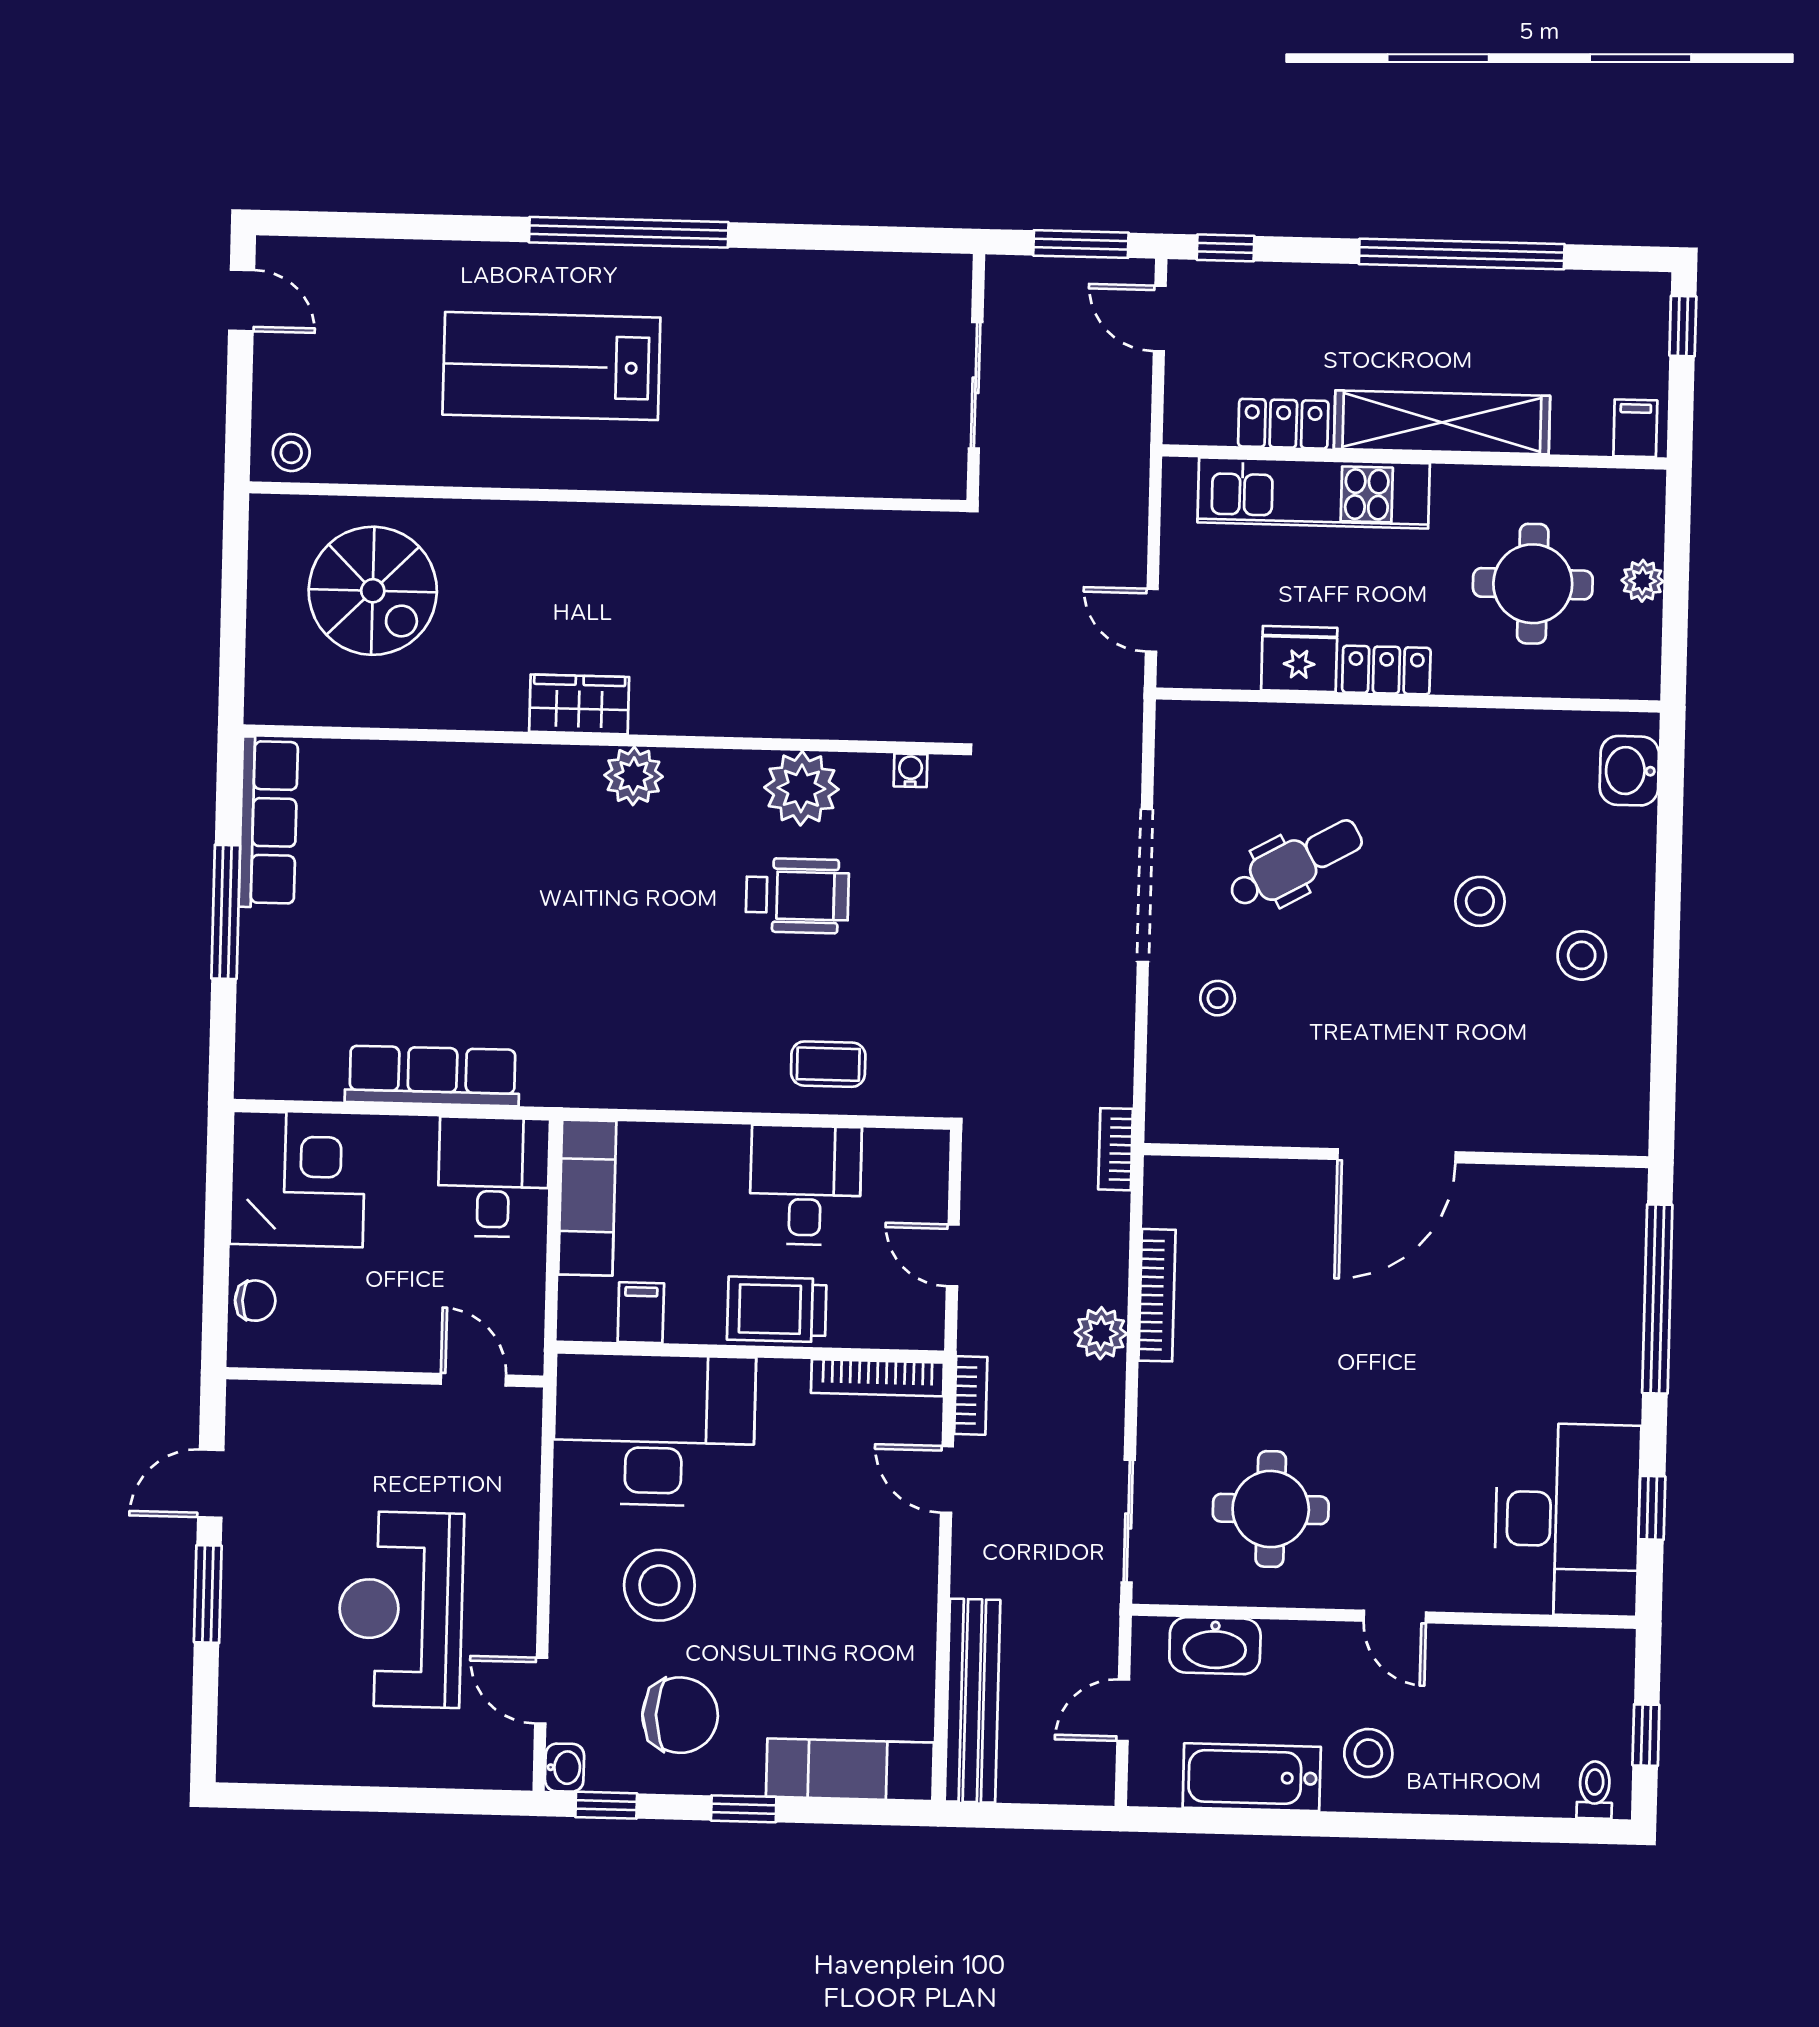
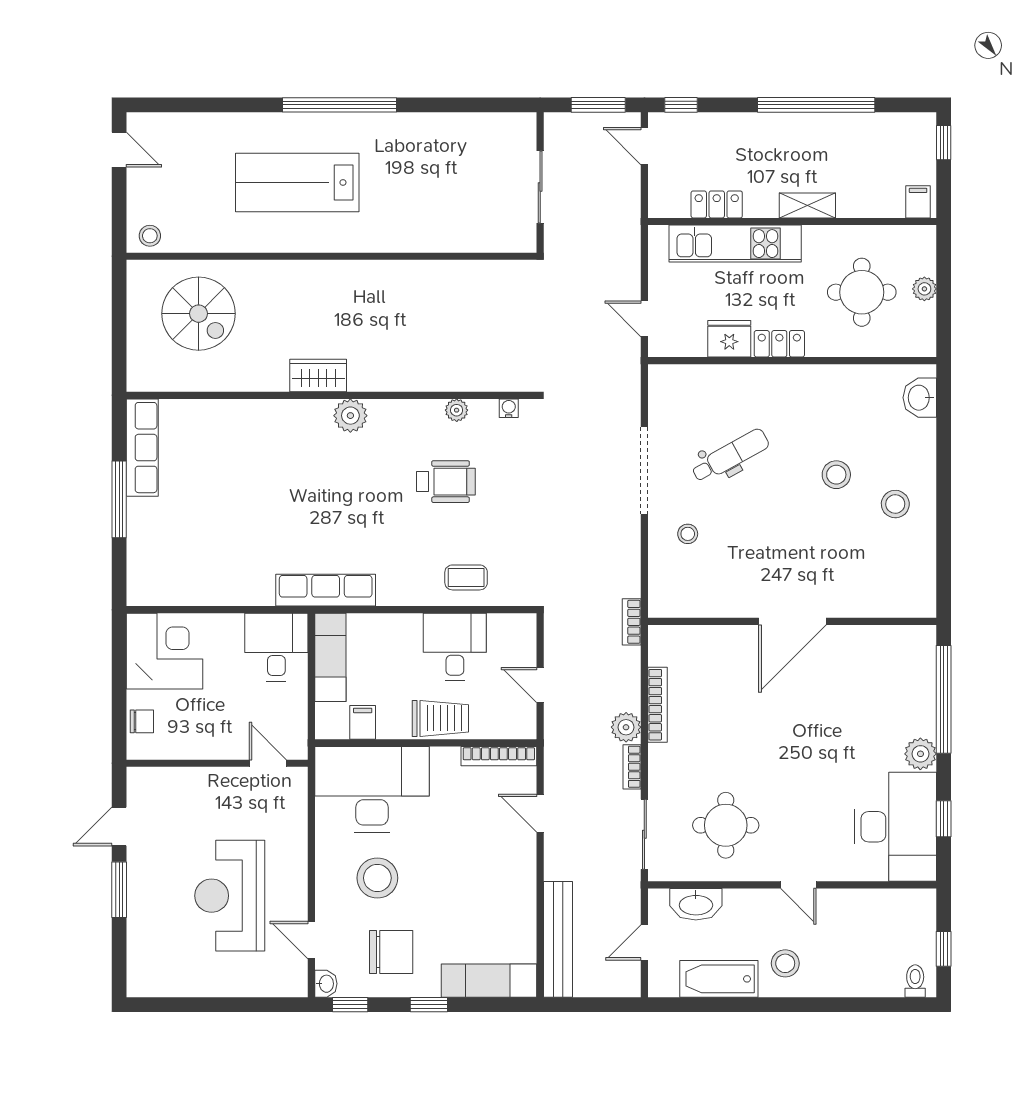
shelving: (1442, 422) -> (807, 205), width x0.45, depth x0.75
plant: (801, 788) -> (457, 410), width x0.53, depth x0.53
row of seats: (432, 1076) -> (326, 590), moved
trolley: (777, 1309) -> (440, 718), turned 180
plant: (1614, 1393) -> (920, 754), added
bookcase: (971, 1395) -> (632, 767), moved, turned 180

